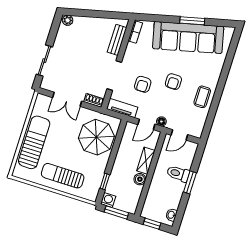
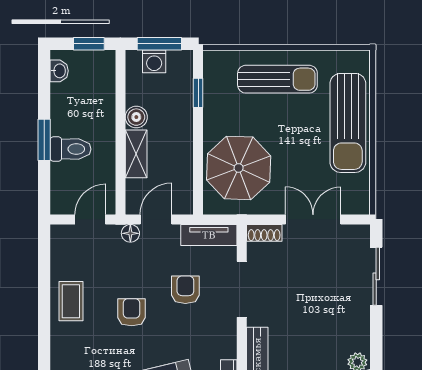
washing machine: (108, 200) -> (154, 61), moved

